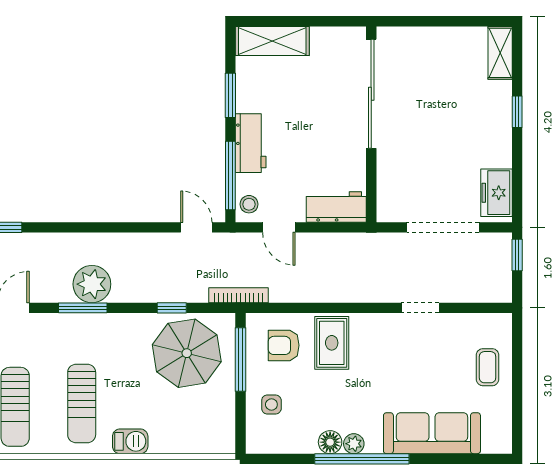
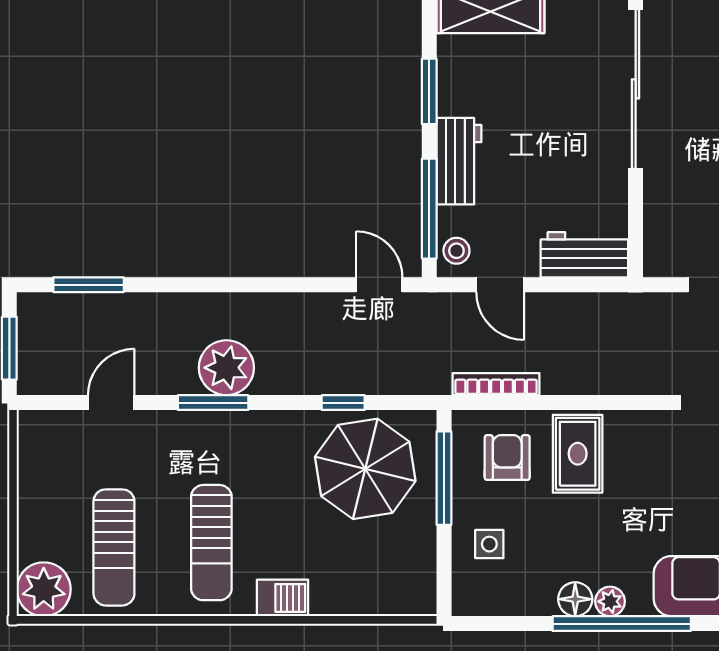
bookcase: (239, 295) -> (496, 384), moved
armchair: (284, 345) -> (507, 458), turned 90

